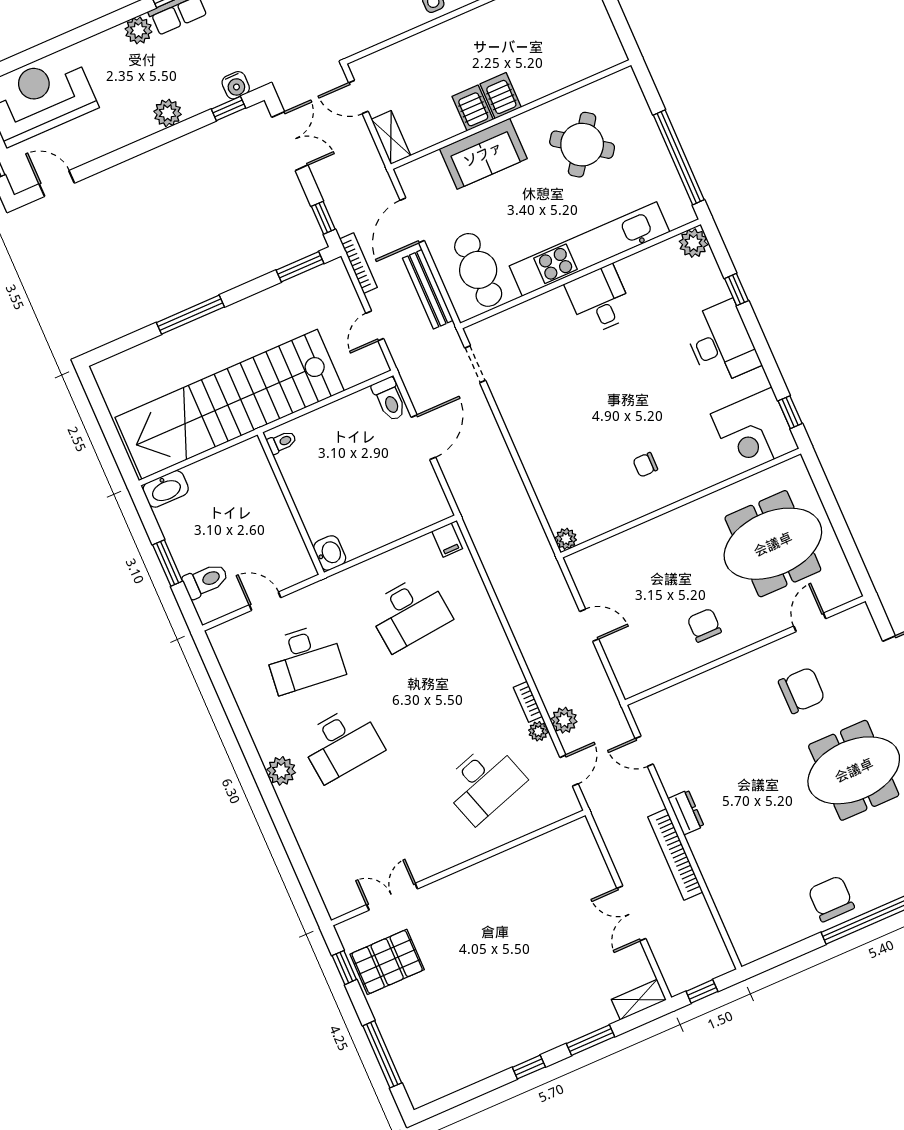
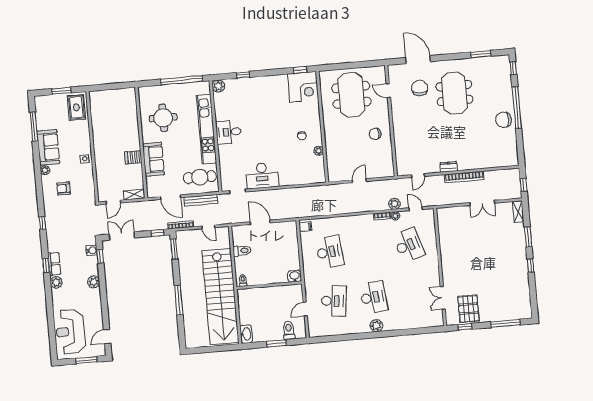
server rack: (501, 96) -> (132, 144), removed
round table: (582, 145) -> (163, 118), turned -36
desk: (721, 343) -> (262, 176), moved, turned 180
toilet: (389, 399) -> (242, 251), moved
plant: (566, 539) -> (319, 151), moved
chair: (802, 690) -> (420, 88), moved

